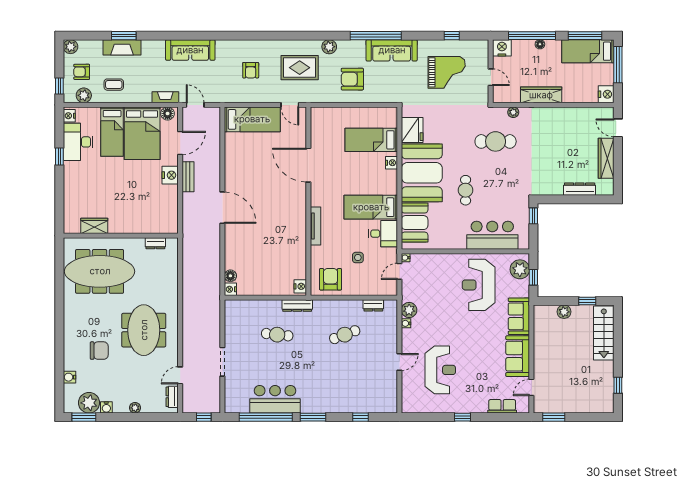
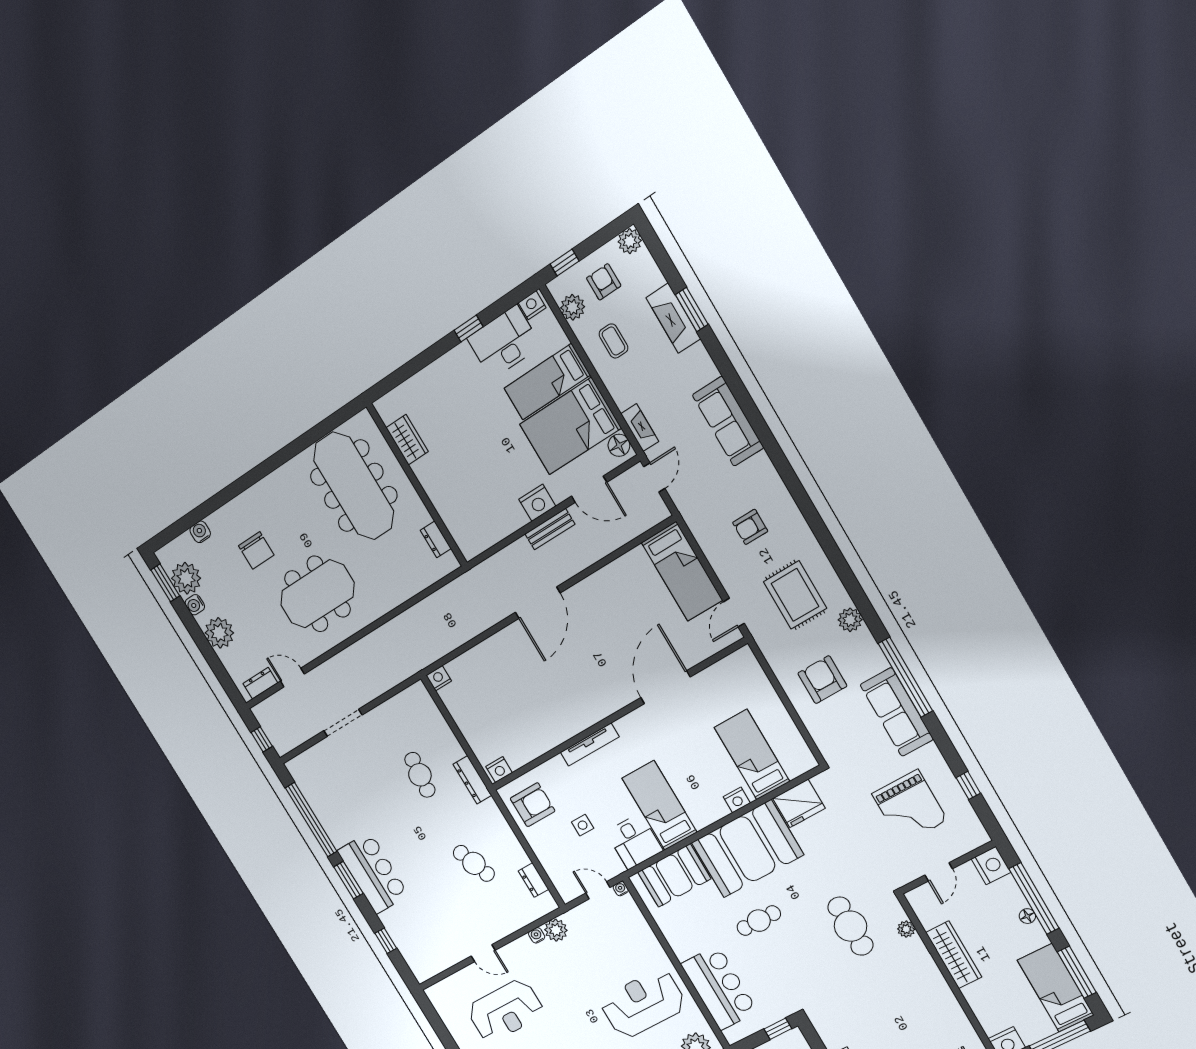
floor lamp: (230, 276) -> (456, 668), removed
bar counter: (275, 399) -> (373, 873), moved
plant: (135, 408) -> (219, 633), width x1.88, depth x1.88

